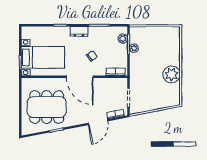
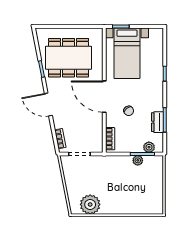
dresser: (79, 31) -> (158, 122), moved
plant: (172, 74) -> (90, 204), moved
door: (80, 77) -> (104, 97), hinge flipped
dining table: (47, 107) -> (69, 58), turned 90
door: (98, 122) -> (48, 104), moved

